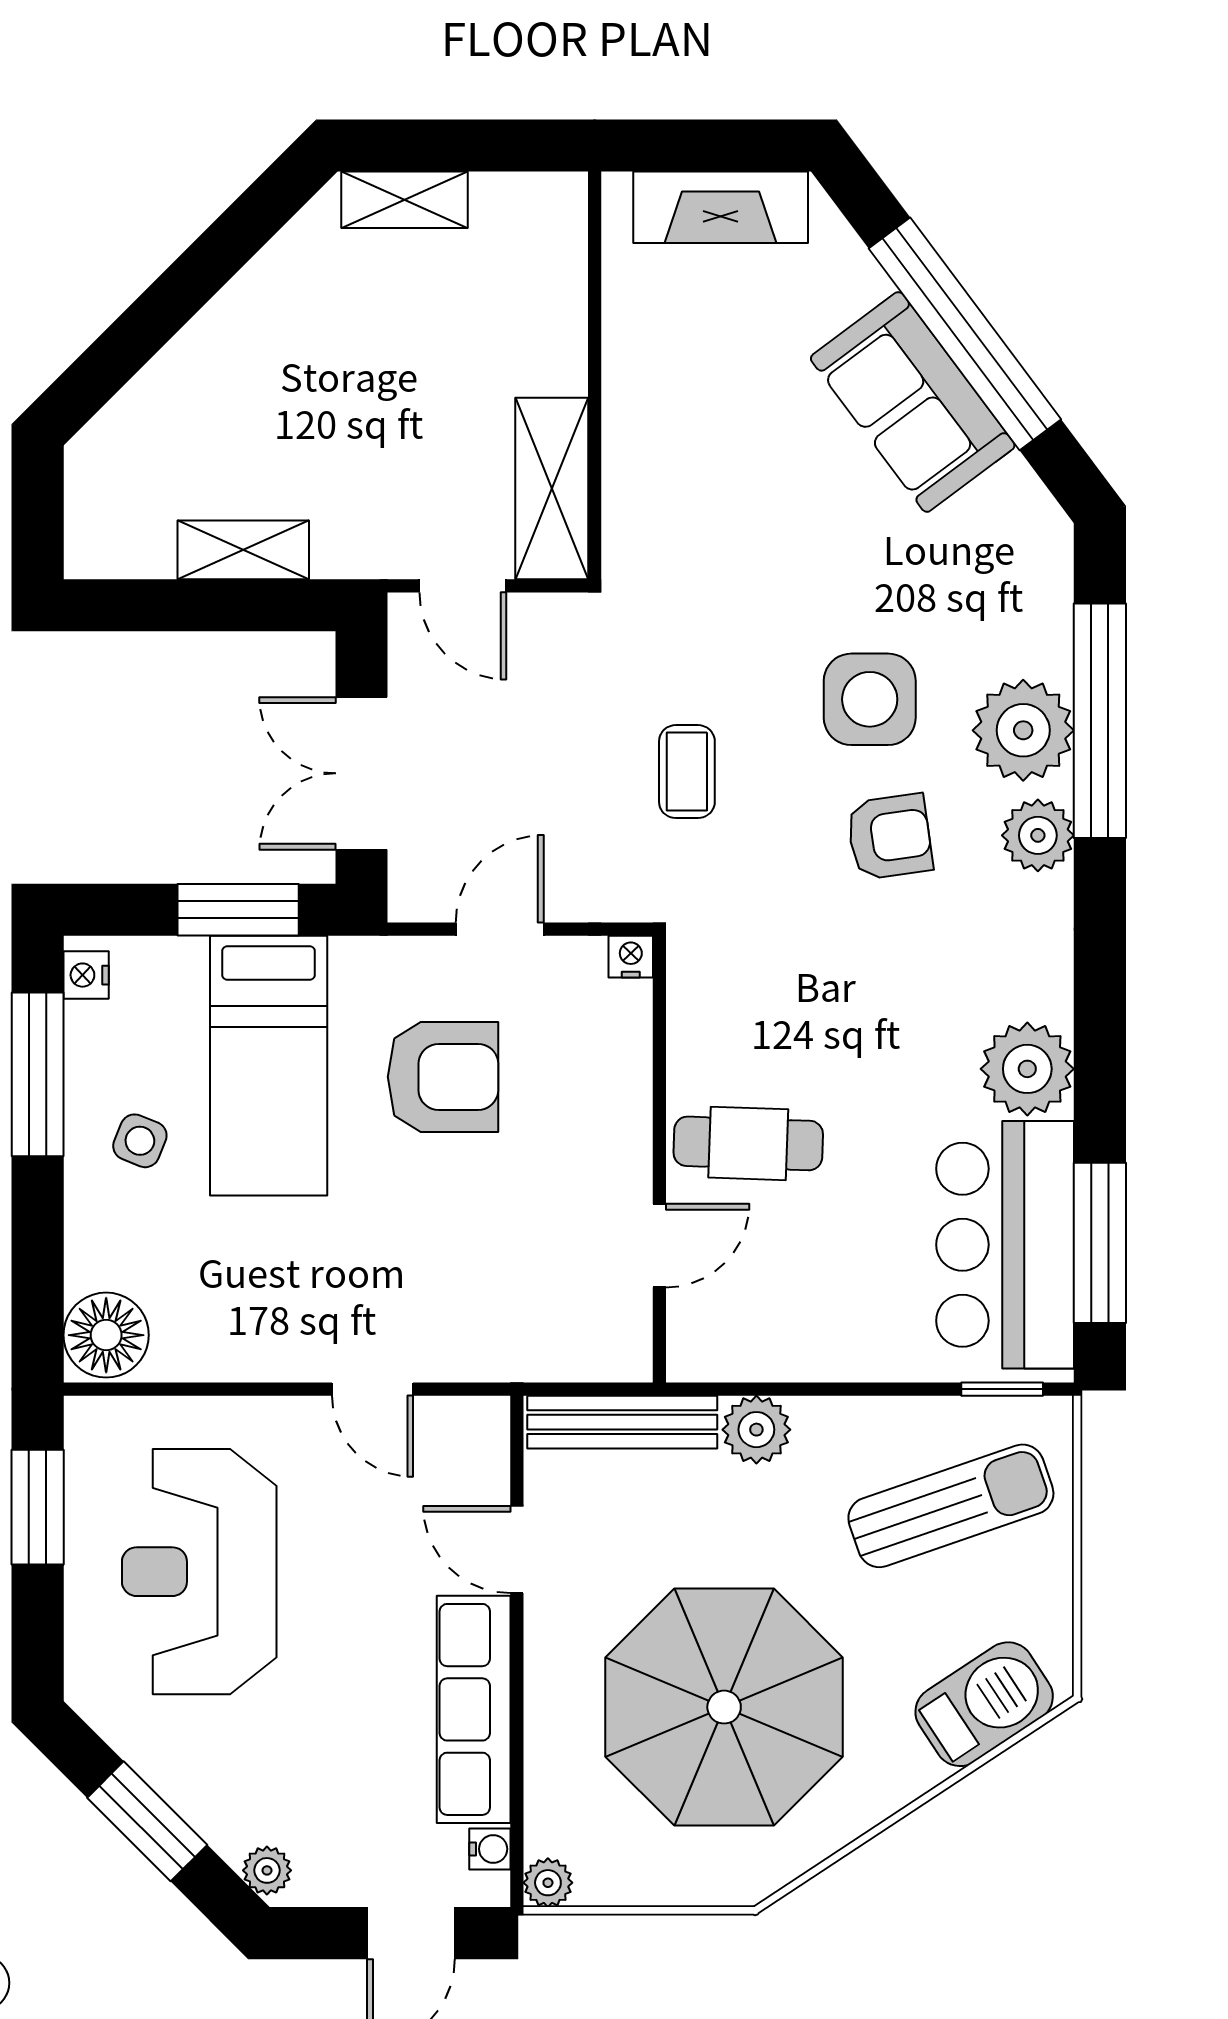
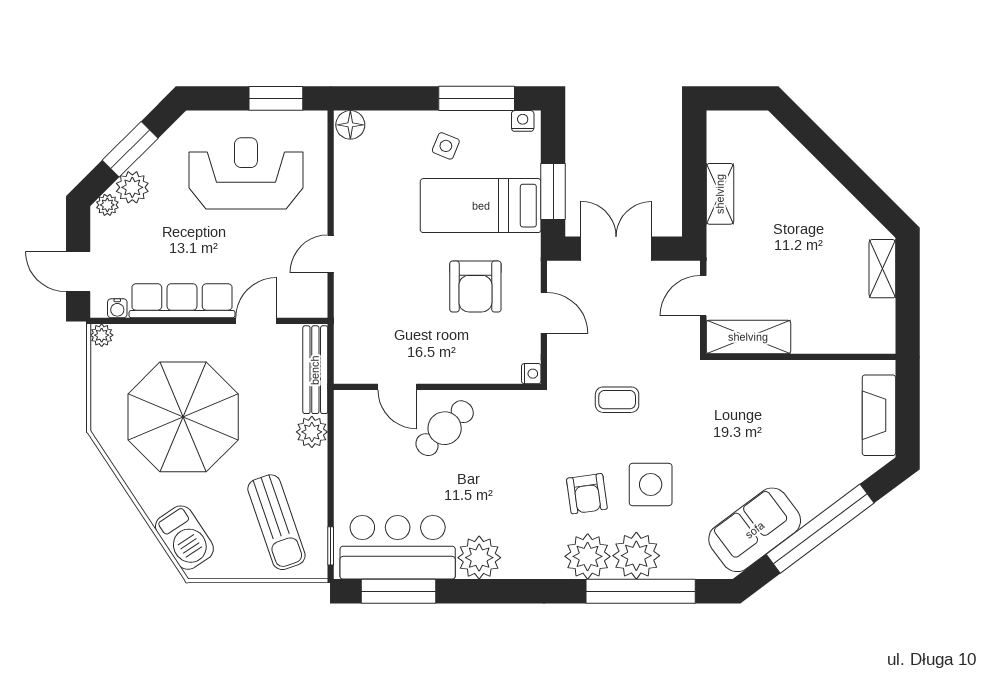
sofa: (913, 402) -> (755, 530), moved
plant: (1038, 835) -> (588, 556), width x1.36, depth x1.36
cafe table: (748, 1143) -> (445, 428), turned 45
floor lamp: (106, 1335) -> (350, 125), width x0.73, depth x0.73
plant: (229, 1817) -> (132, 187), added

